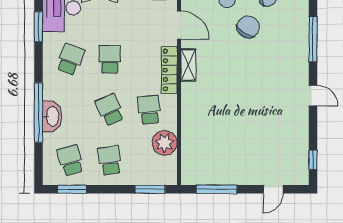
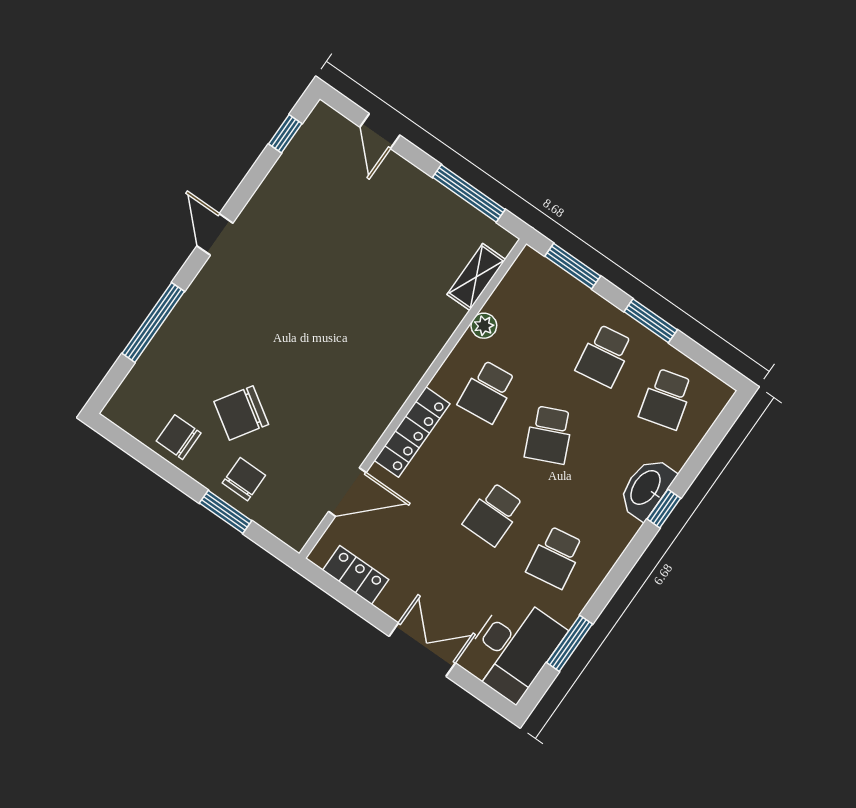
door: (179, 25) -> (347, 492), swing flipped
school desk: (70, 59) -> (555, 557), turned -30
shelving: (188, 65) -> (476, 277), moved
window: (38, 113) -> (664, 509), width x0.32
plant: (165, 143) -> (484, 326), width x0.53, depth x0.53
window: (72, 189) -> (651, 321), moved
door: (273, 189) -> (380, 131), swing flipped

